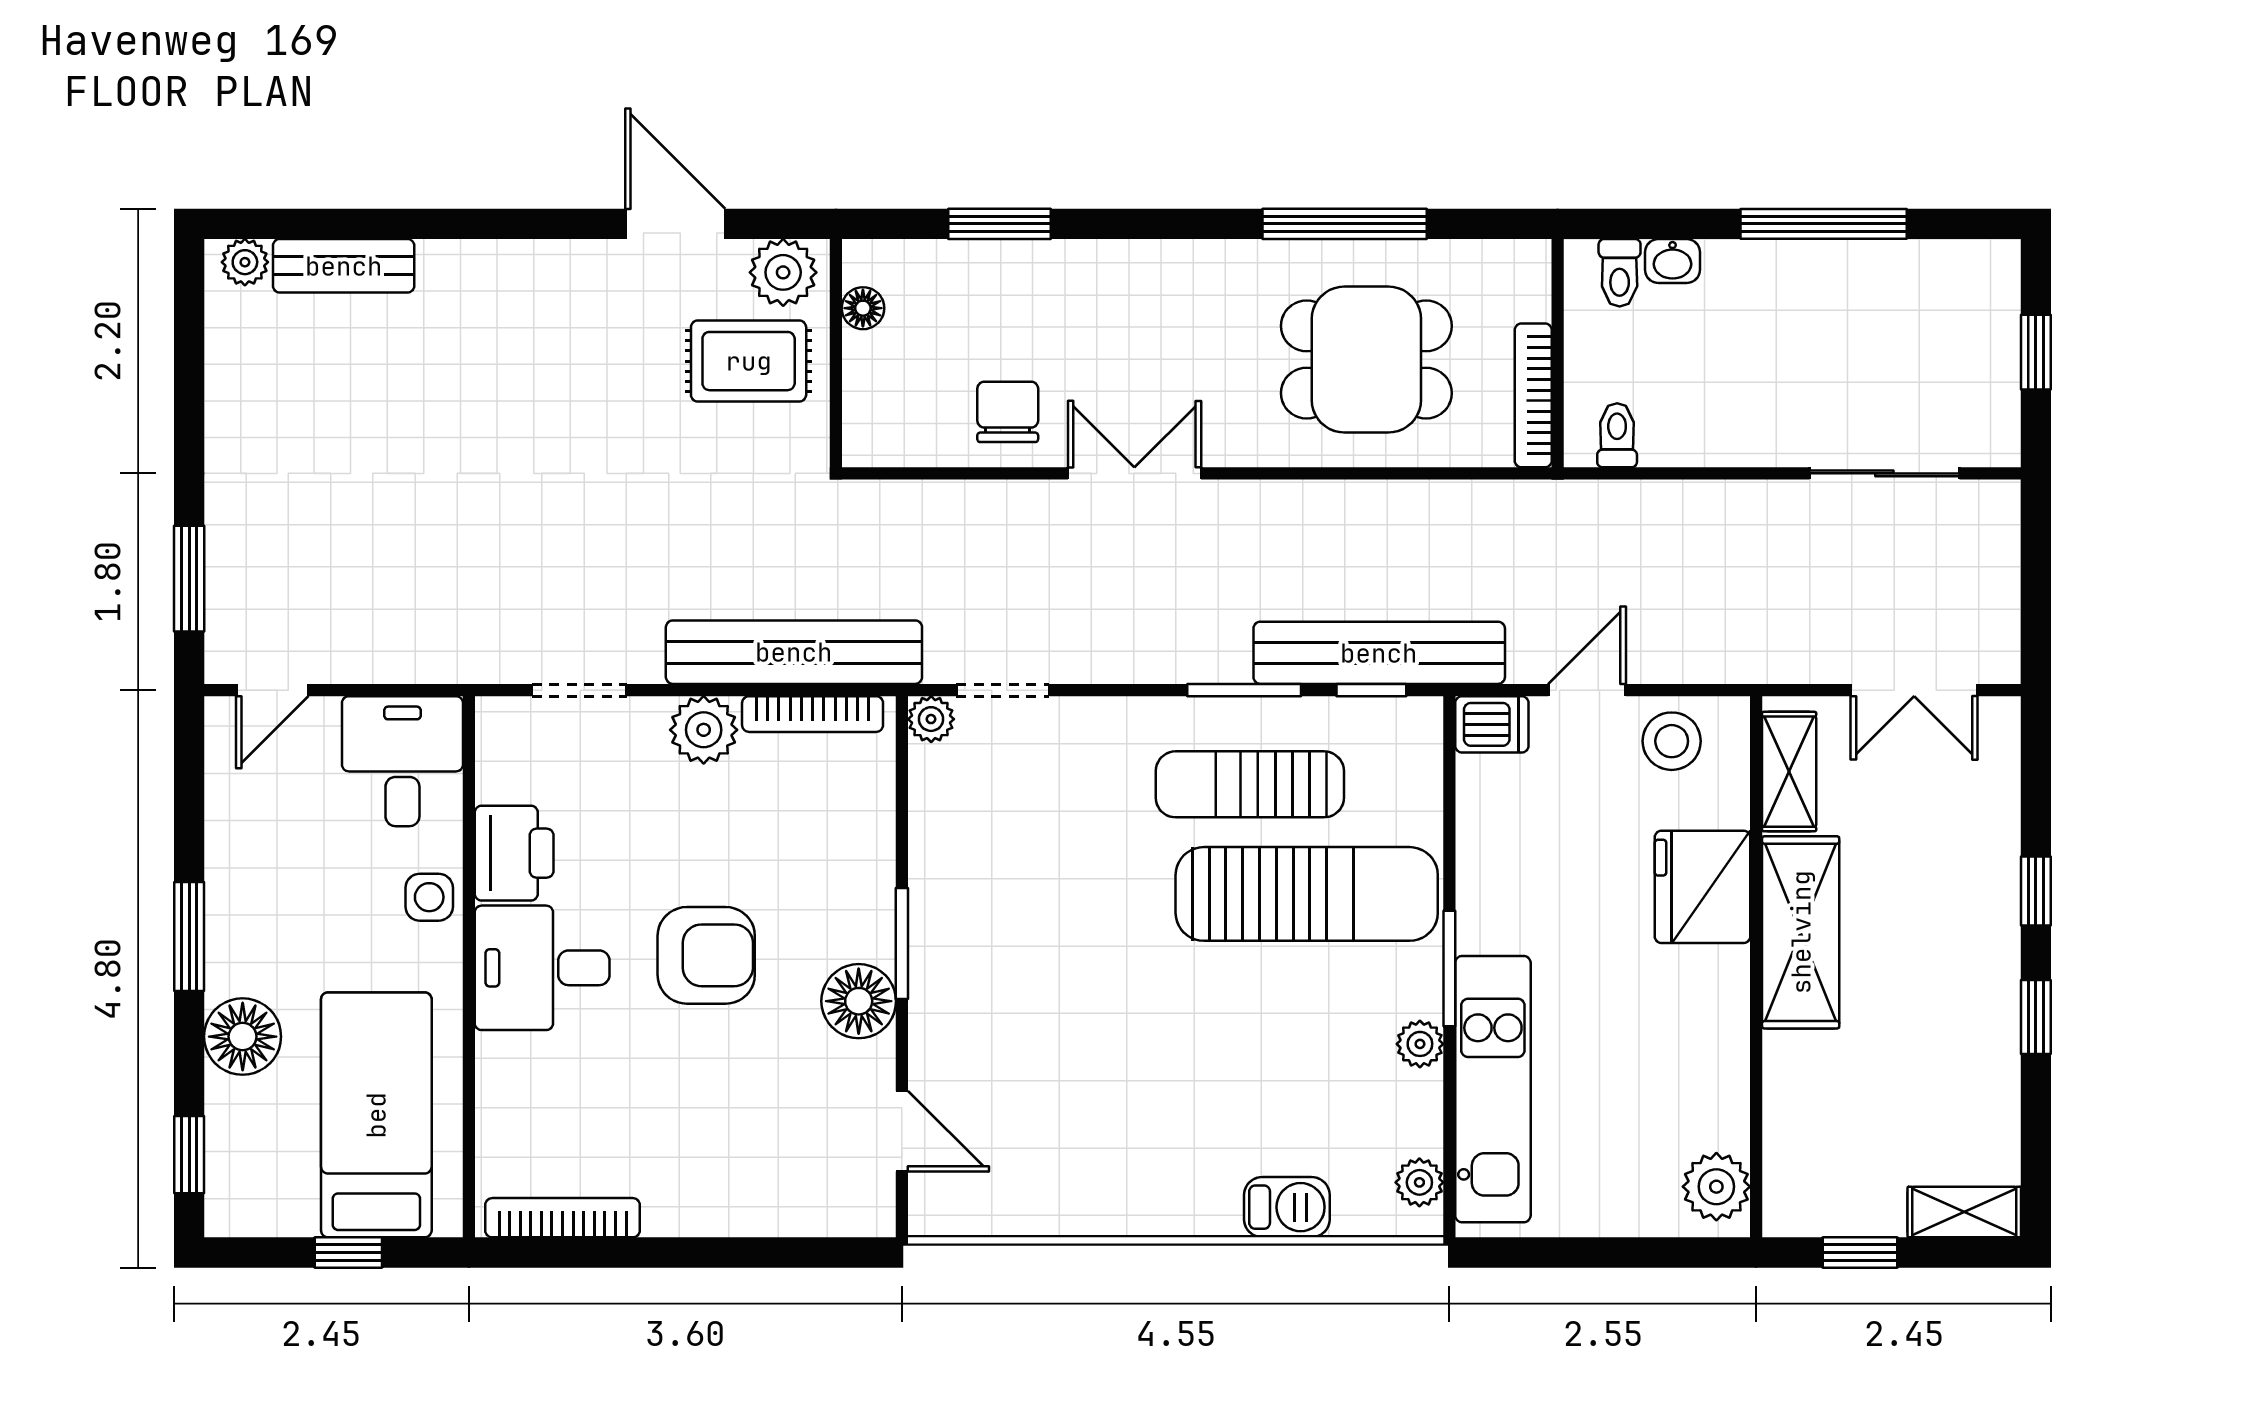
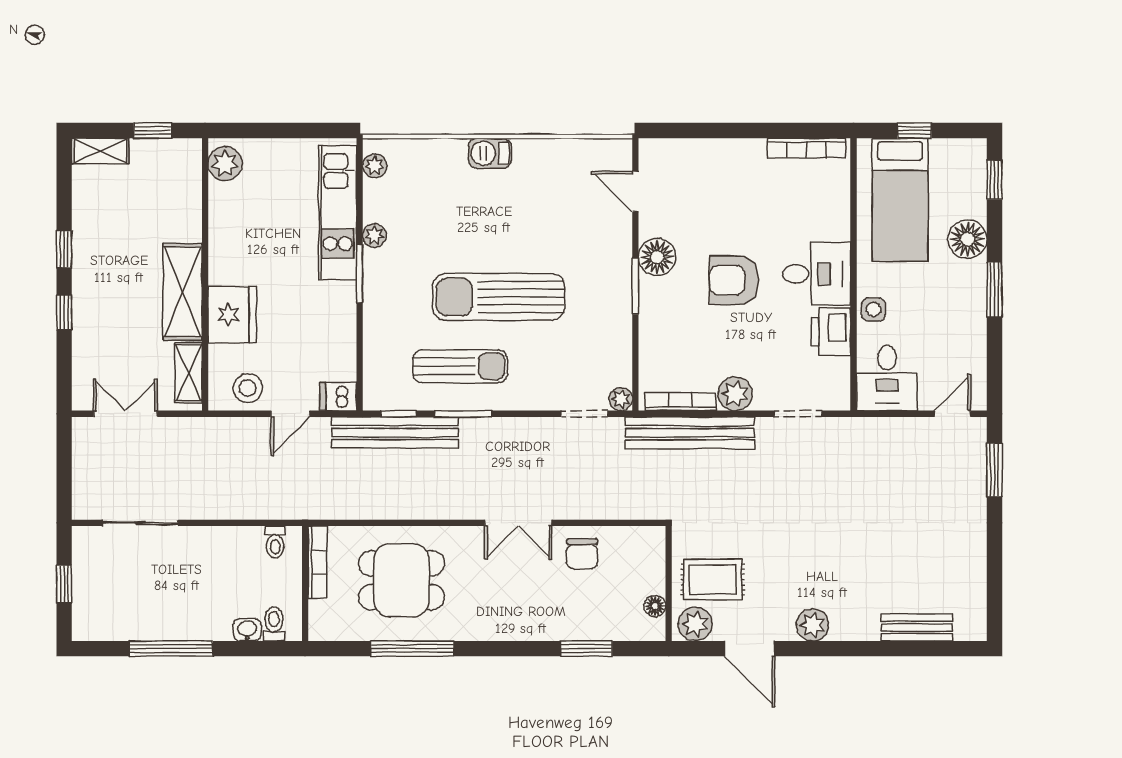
plant: (245, 262) -> (813, 625), moved, width x1.38, depth x1.38
sun lounger: (1307, 894) -> (499, 297), moved
barbecue: (1287, 1207) -> (490, 153), moved

